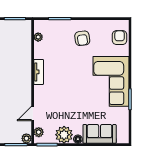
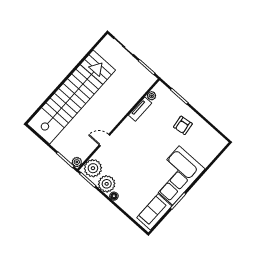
armchair: (120, 38) -> (211, 149), removed
tv unit: (39, 72) -> (140, 109), moved
door: (33, 113) -> (104, 140), moved
plant: (39, 132) -> (93, 168), width x1.88, depth x1.88
sofa: (100, 134) -> (154, 212), moved, turned -90

